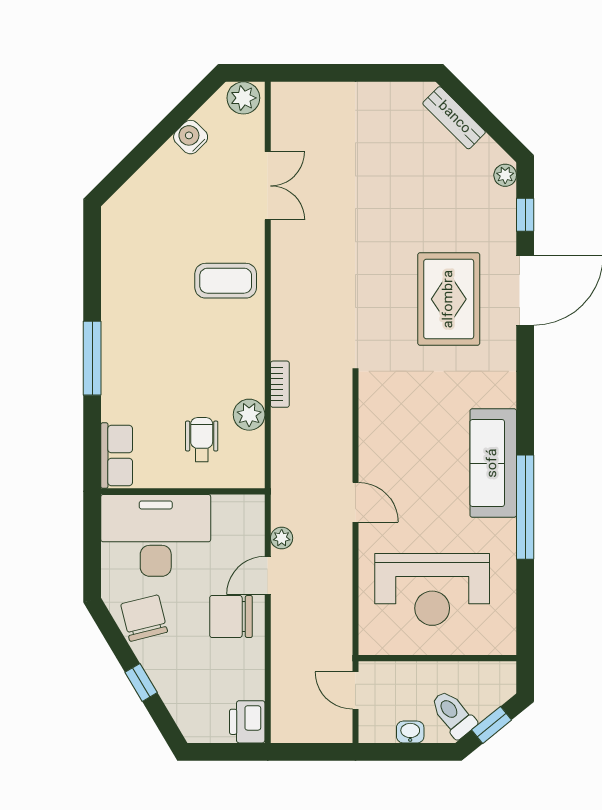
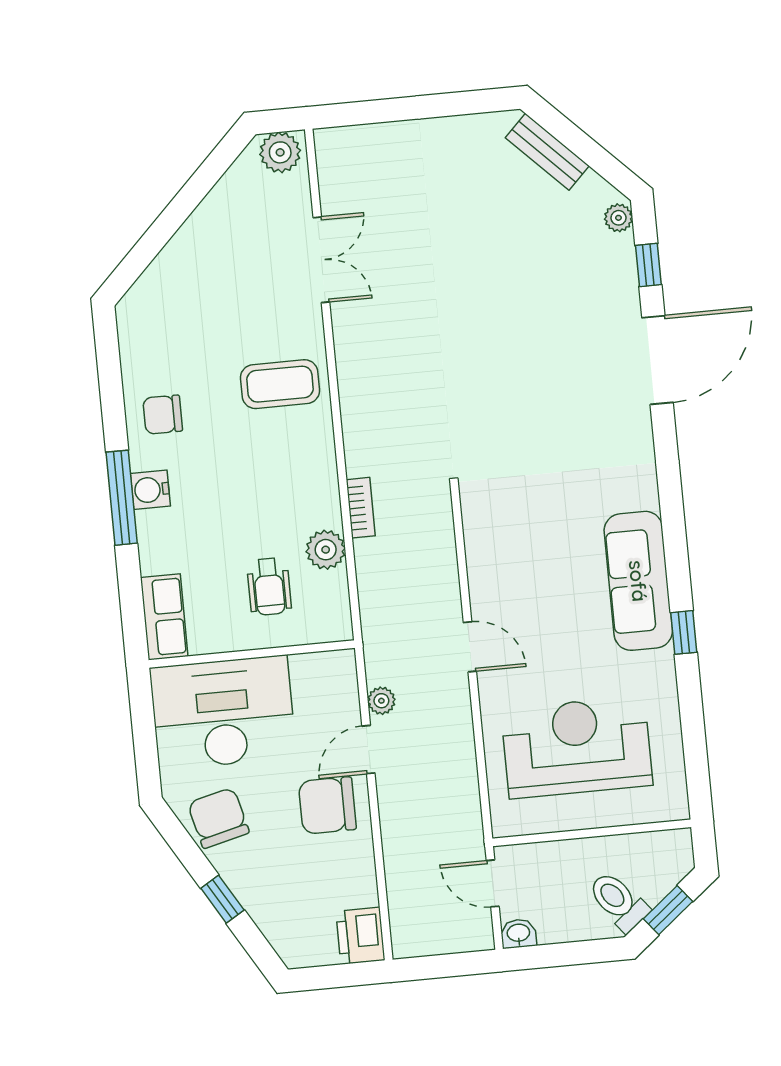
water cooler: (191, 137) -> (150, 490), moved, turned -45
chair: (131, 296) -> (163, 415), added
rug: (449, 299) -> (563, 380), removed
wheelchair: (202, 440) -> (269, 587), turned 180
window: (525, 507) -> (684, 632), width x0.32
reception desk: (432, 589) -> (577, 747), turned 180
washbasin: (410, 732) -> (518, 934), moved

